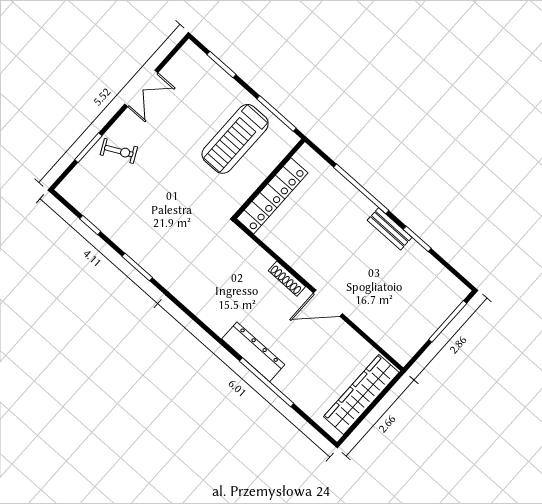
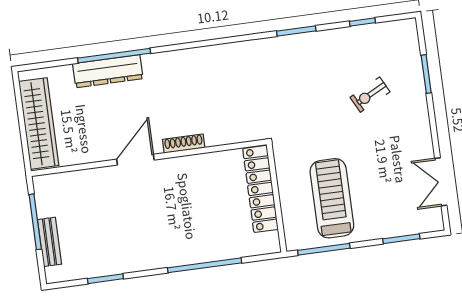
double door: (141, 88) -> (441, 182), moved
exercise bike: (119, 151) -> (370, 95), moved
bench: (390, 229) -> (49, 242), moved, turned 90
window: (417, 239) -> (105, 279), moved
window: (448, 321) -> (35, 222), moved
dresser: (253, 352) -> (108, 71), moved

